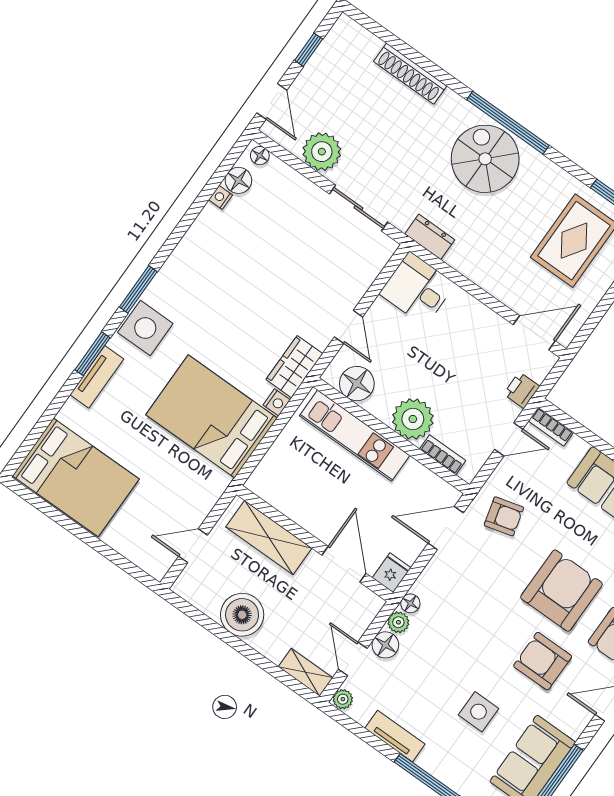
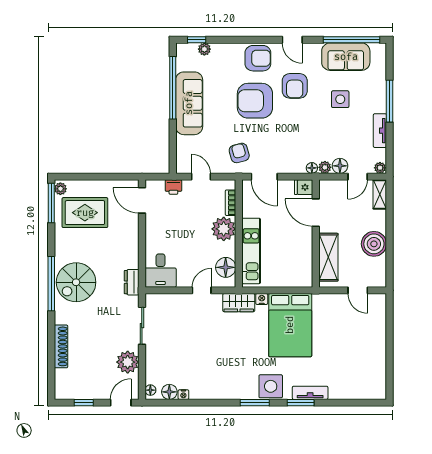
bookcase: (551, 427) -> (181, 161), removed
bed: (76, 477) -> (365, 369), removed
door: (344, 564) -> (316, 213), hinge flipped

